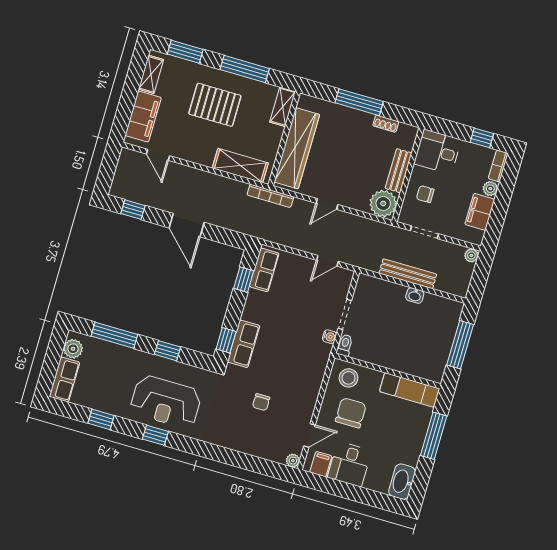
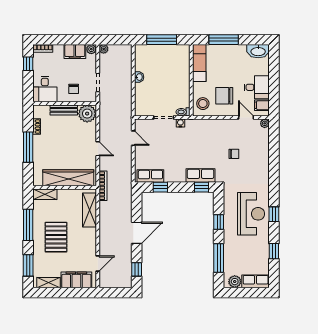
plant: (490, 189) -> (91, 49), moved
bench: (408, 274) -> (127, 85), removed

